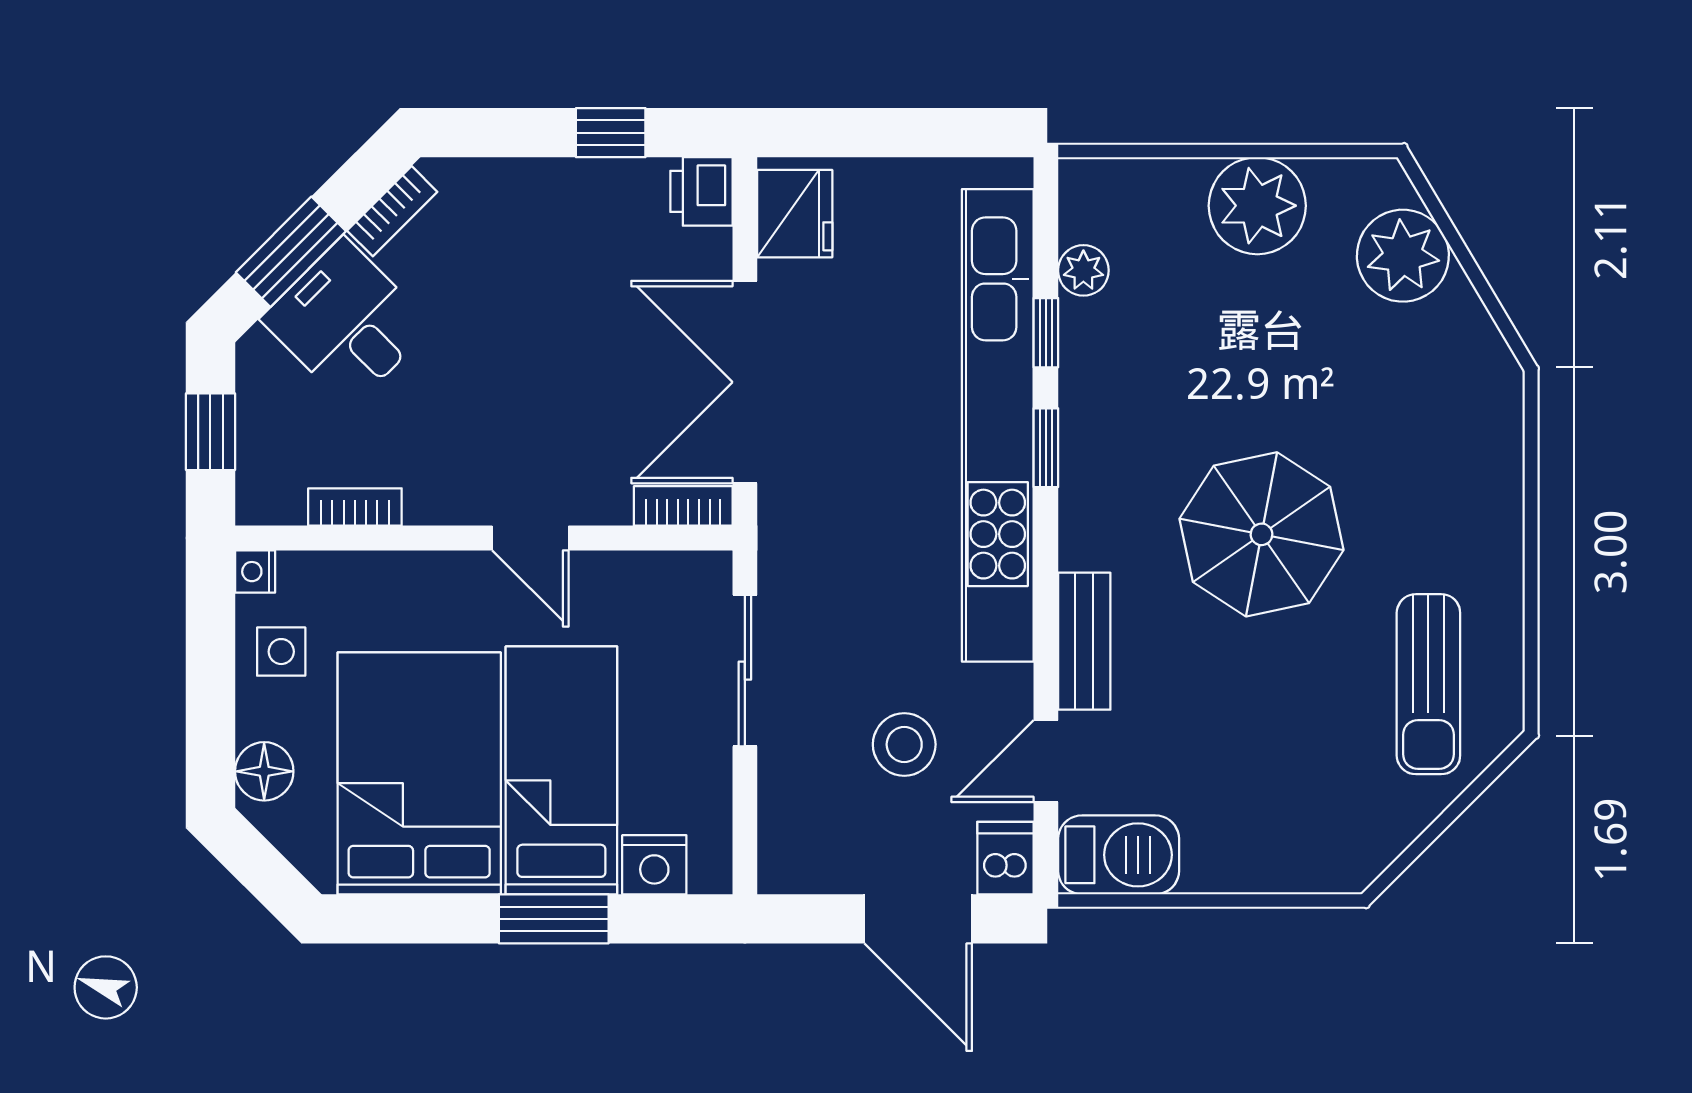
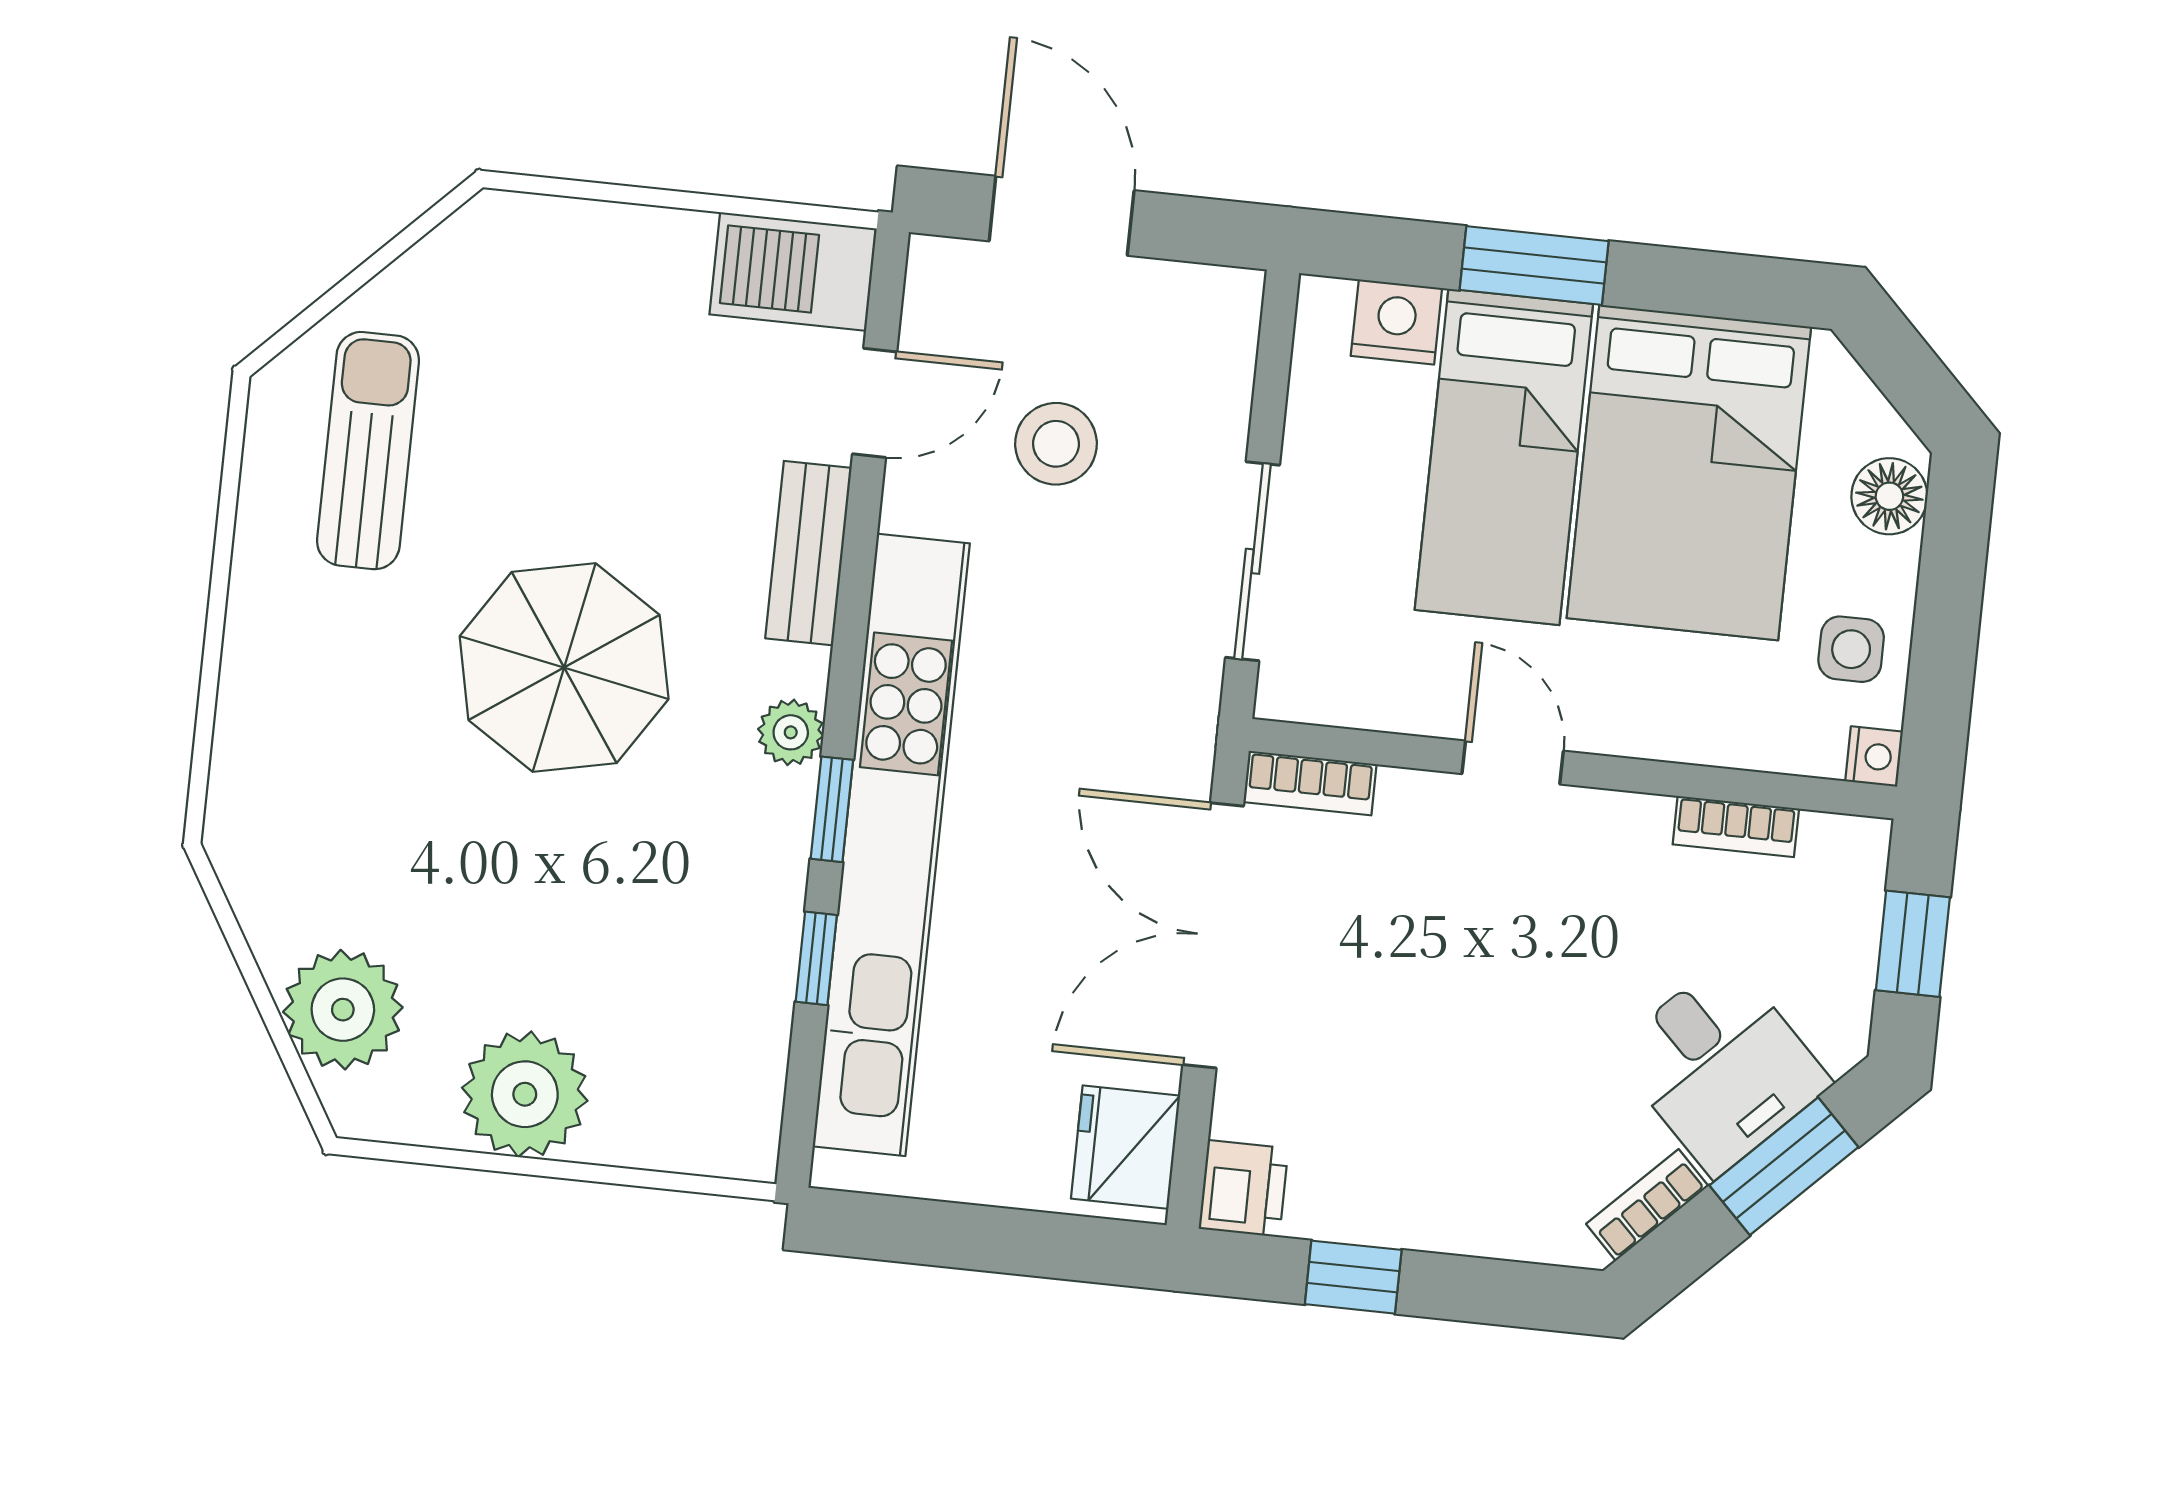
plant: (1083, 270) -> (791, 732), moved
double door: (745, 382) -> (1213, 935), swing flipped
dishwasher: (1005, 858) -> (940, 283), removed

